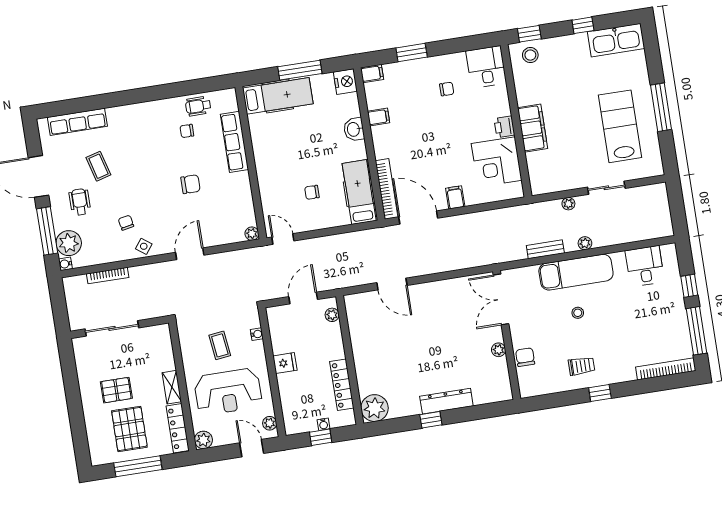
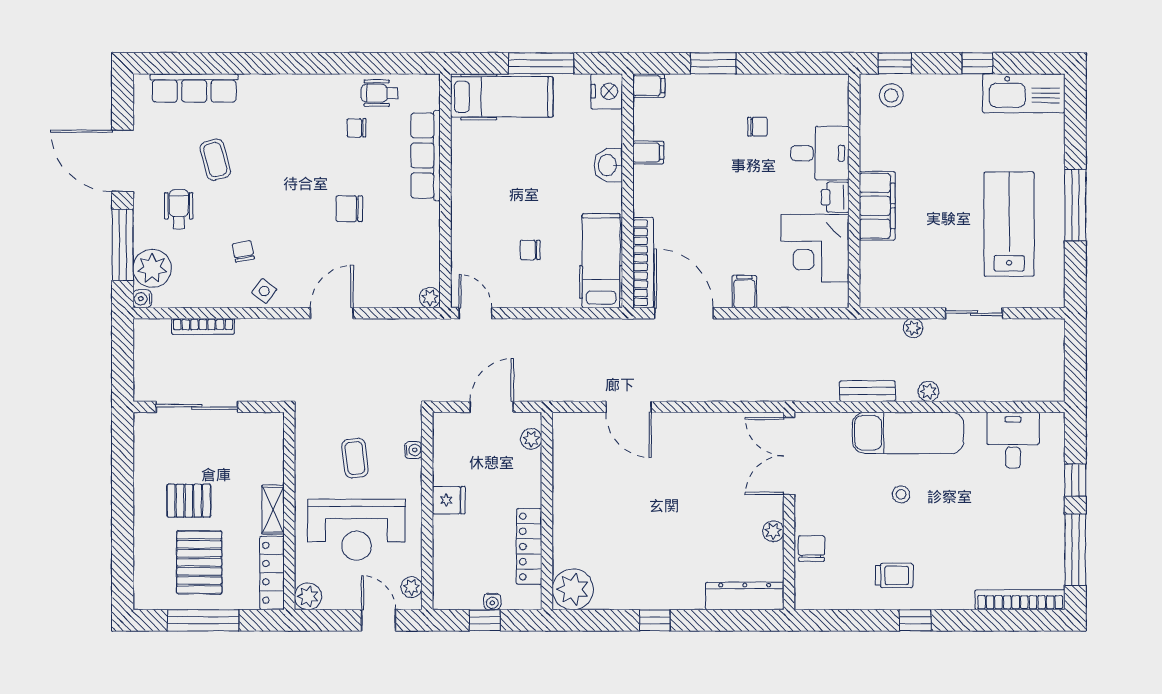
desk: (486, 67) -> (820, 153), moved, turned 90
chair: (190, 184) -> (349, 209), turned 180
dresser: (446, 401) -> (745, 596), moved

